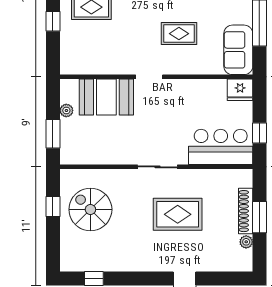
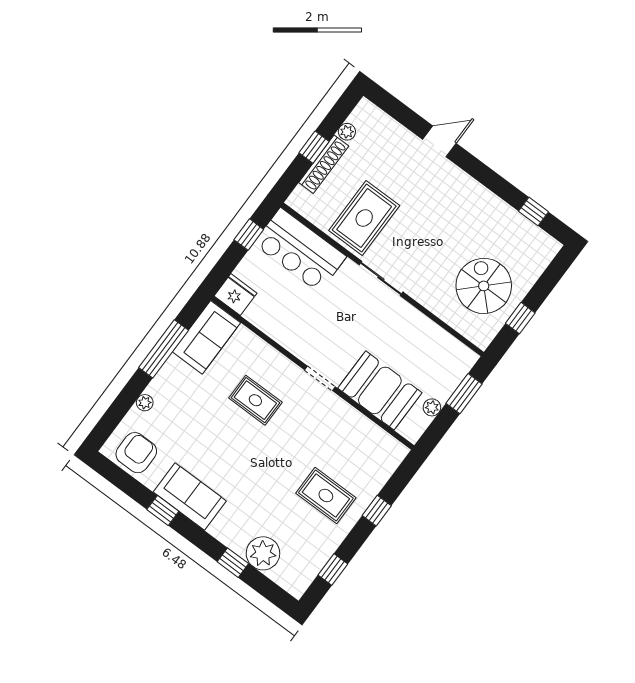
spiral stairs: (90, 209) -> (484, 286), turned 180
rug: (178, 214) -> (364, 218), moved, turned 90
window: (259, 217) -> (314, 147), width x0.67

